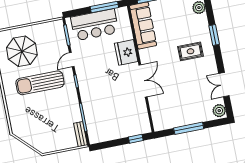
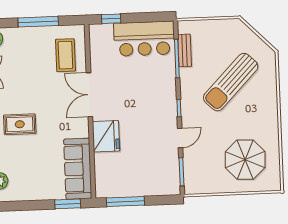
bar counter: (95, 25) -> (144, 39), moved, turned 180
sun lounger: (40, 83) -> (231, 82), moved, turned 134
coffee table: (165, 107) -> (65, 55), added
bench: (80, 134) -> (185, 50), moved

